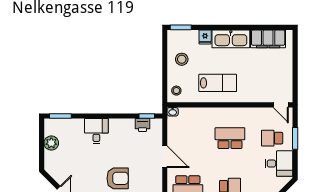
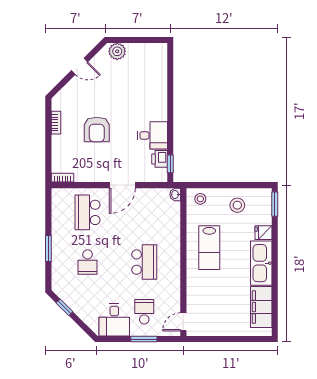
window: (60, 116) -> (170, 62), removed
desk: (96, 131) -> (153, 135), moved
plant: (51, 143) -> (117, 51), moved

